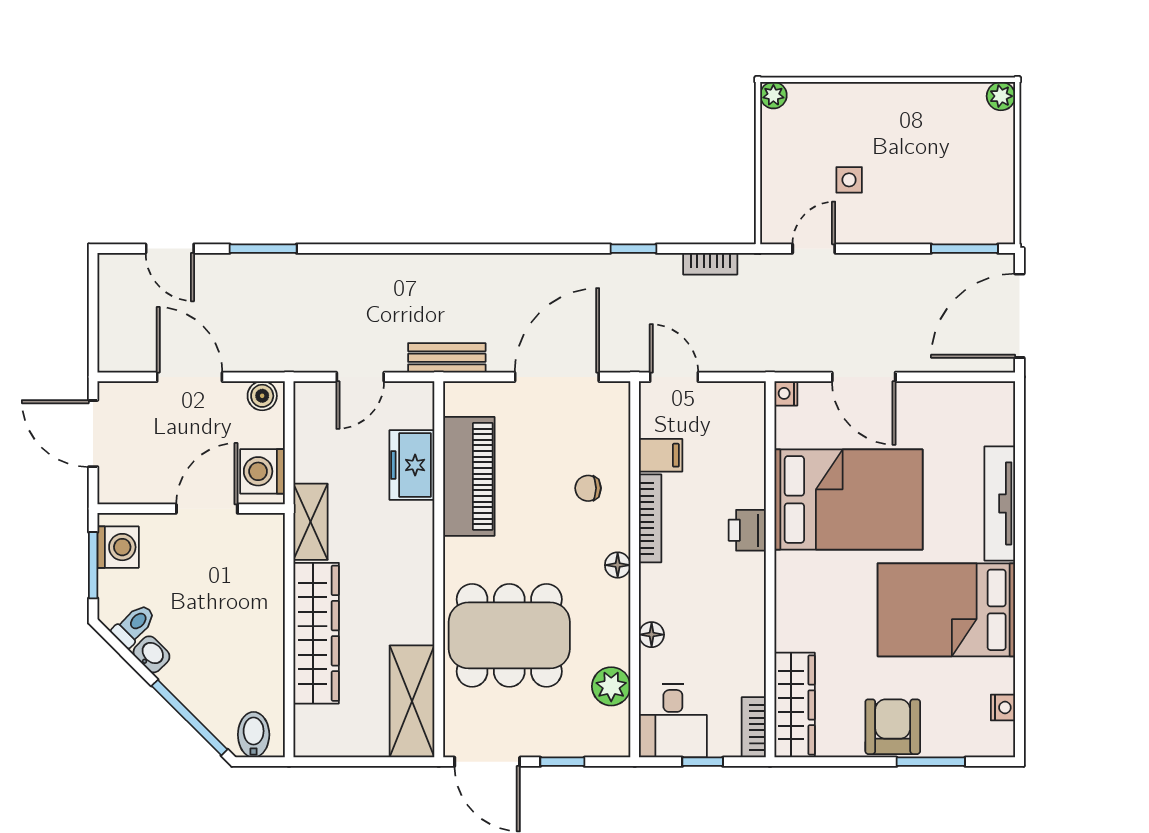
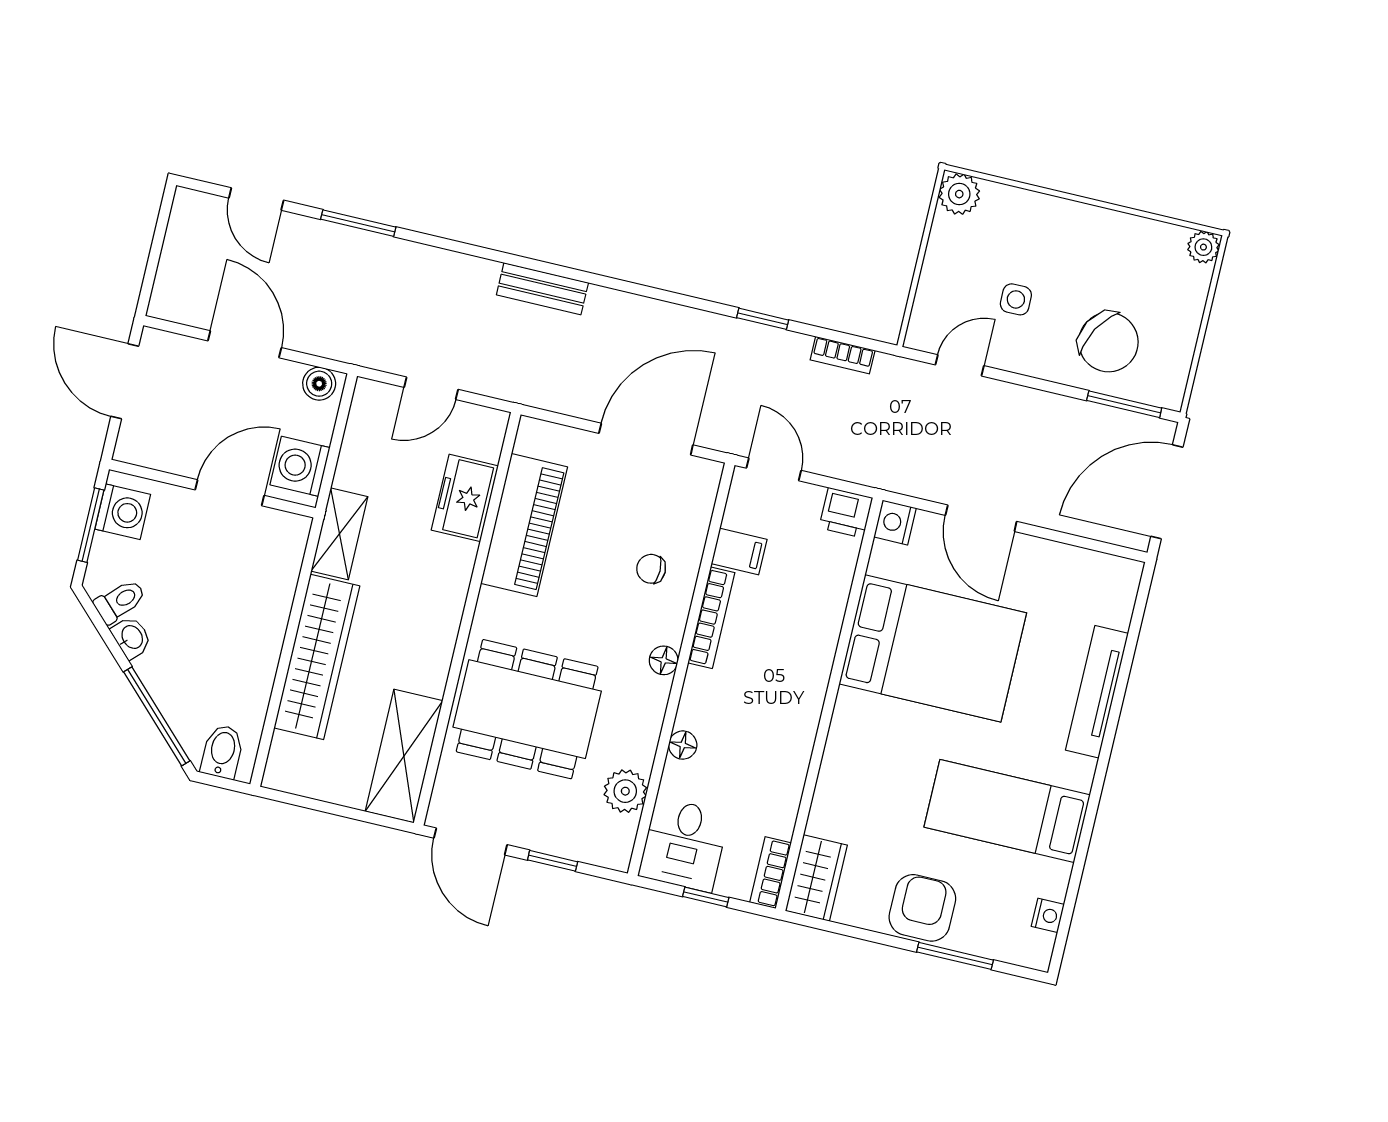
plant: (773, 95) -> (959, 194), width x1.38, depth x1.38
chair: (938, 198) -> (1108, 342), added
bench: (447, 358) -> (542, 289), moved
nightstand: (786, 393) -> (895, 522), width x1.39, depth x1.35
printer: (747, 530) -> (846, 513), moved, turned -90
bed: (946, 610) -> (1007, 811), width x0.67
wardrobe: (795, 705) -> (816, 878), width x0.67

